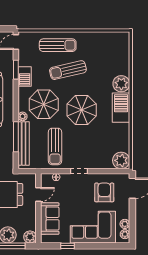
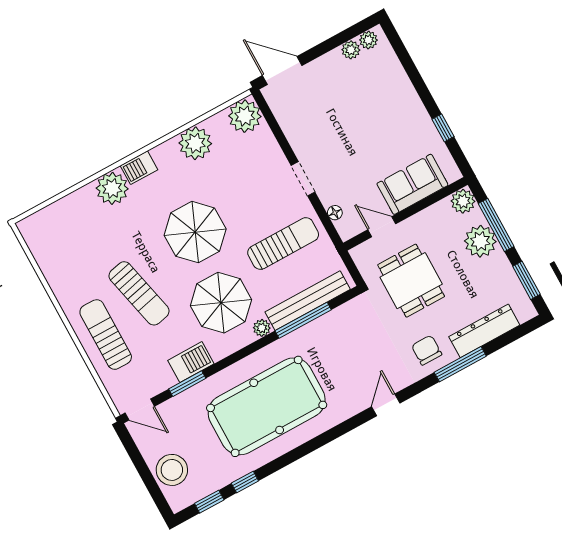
barbecue: (121, 108) -> (139, 168), width x0.53, depth x0.65
plant: (121, 132) -> (195, 143), added
armchair: (104, 192) -> (316, 115), removed
corner sofa: (93, 227) -> (387, 102), removed

